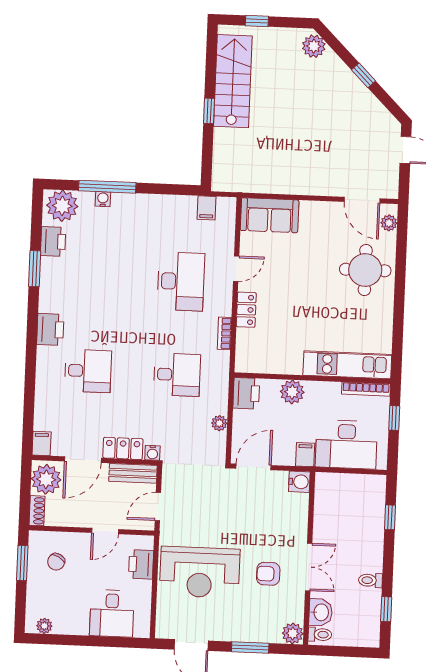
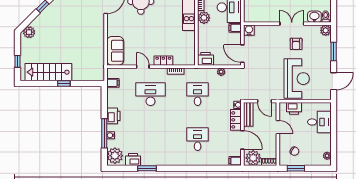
printer: (50, 329) -> (113, 116), moved, turned 90
plant: (292, 392) -> (204, 18), moved

